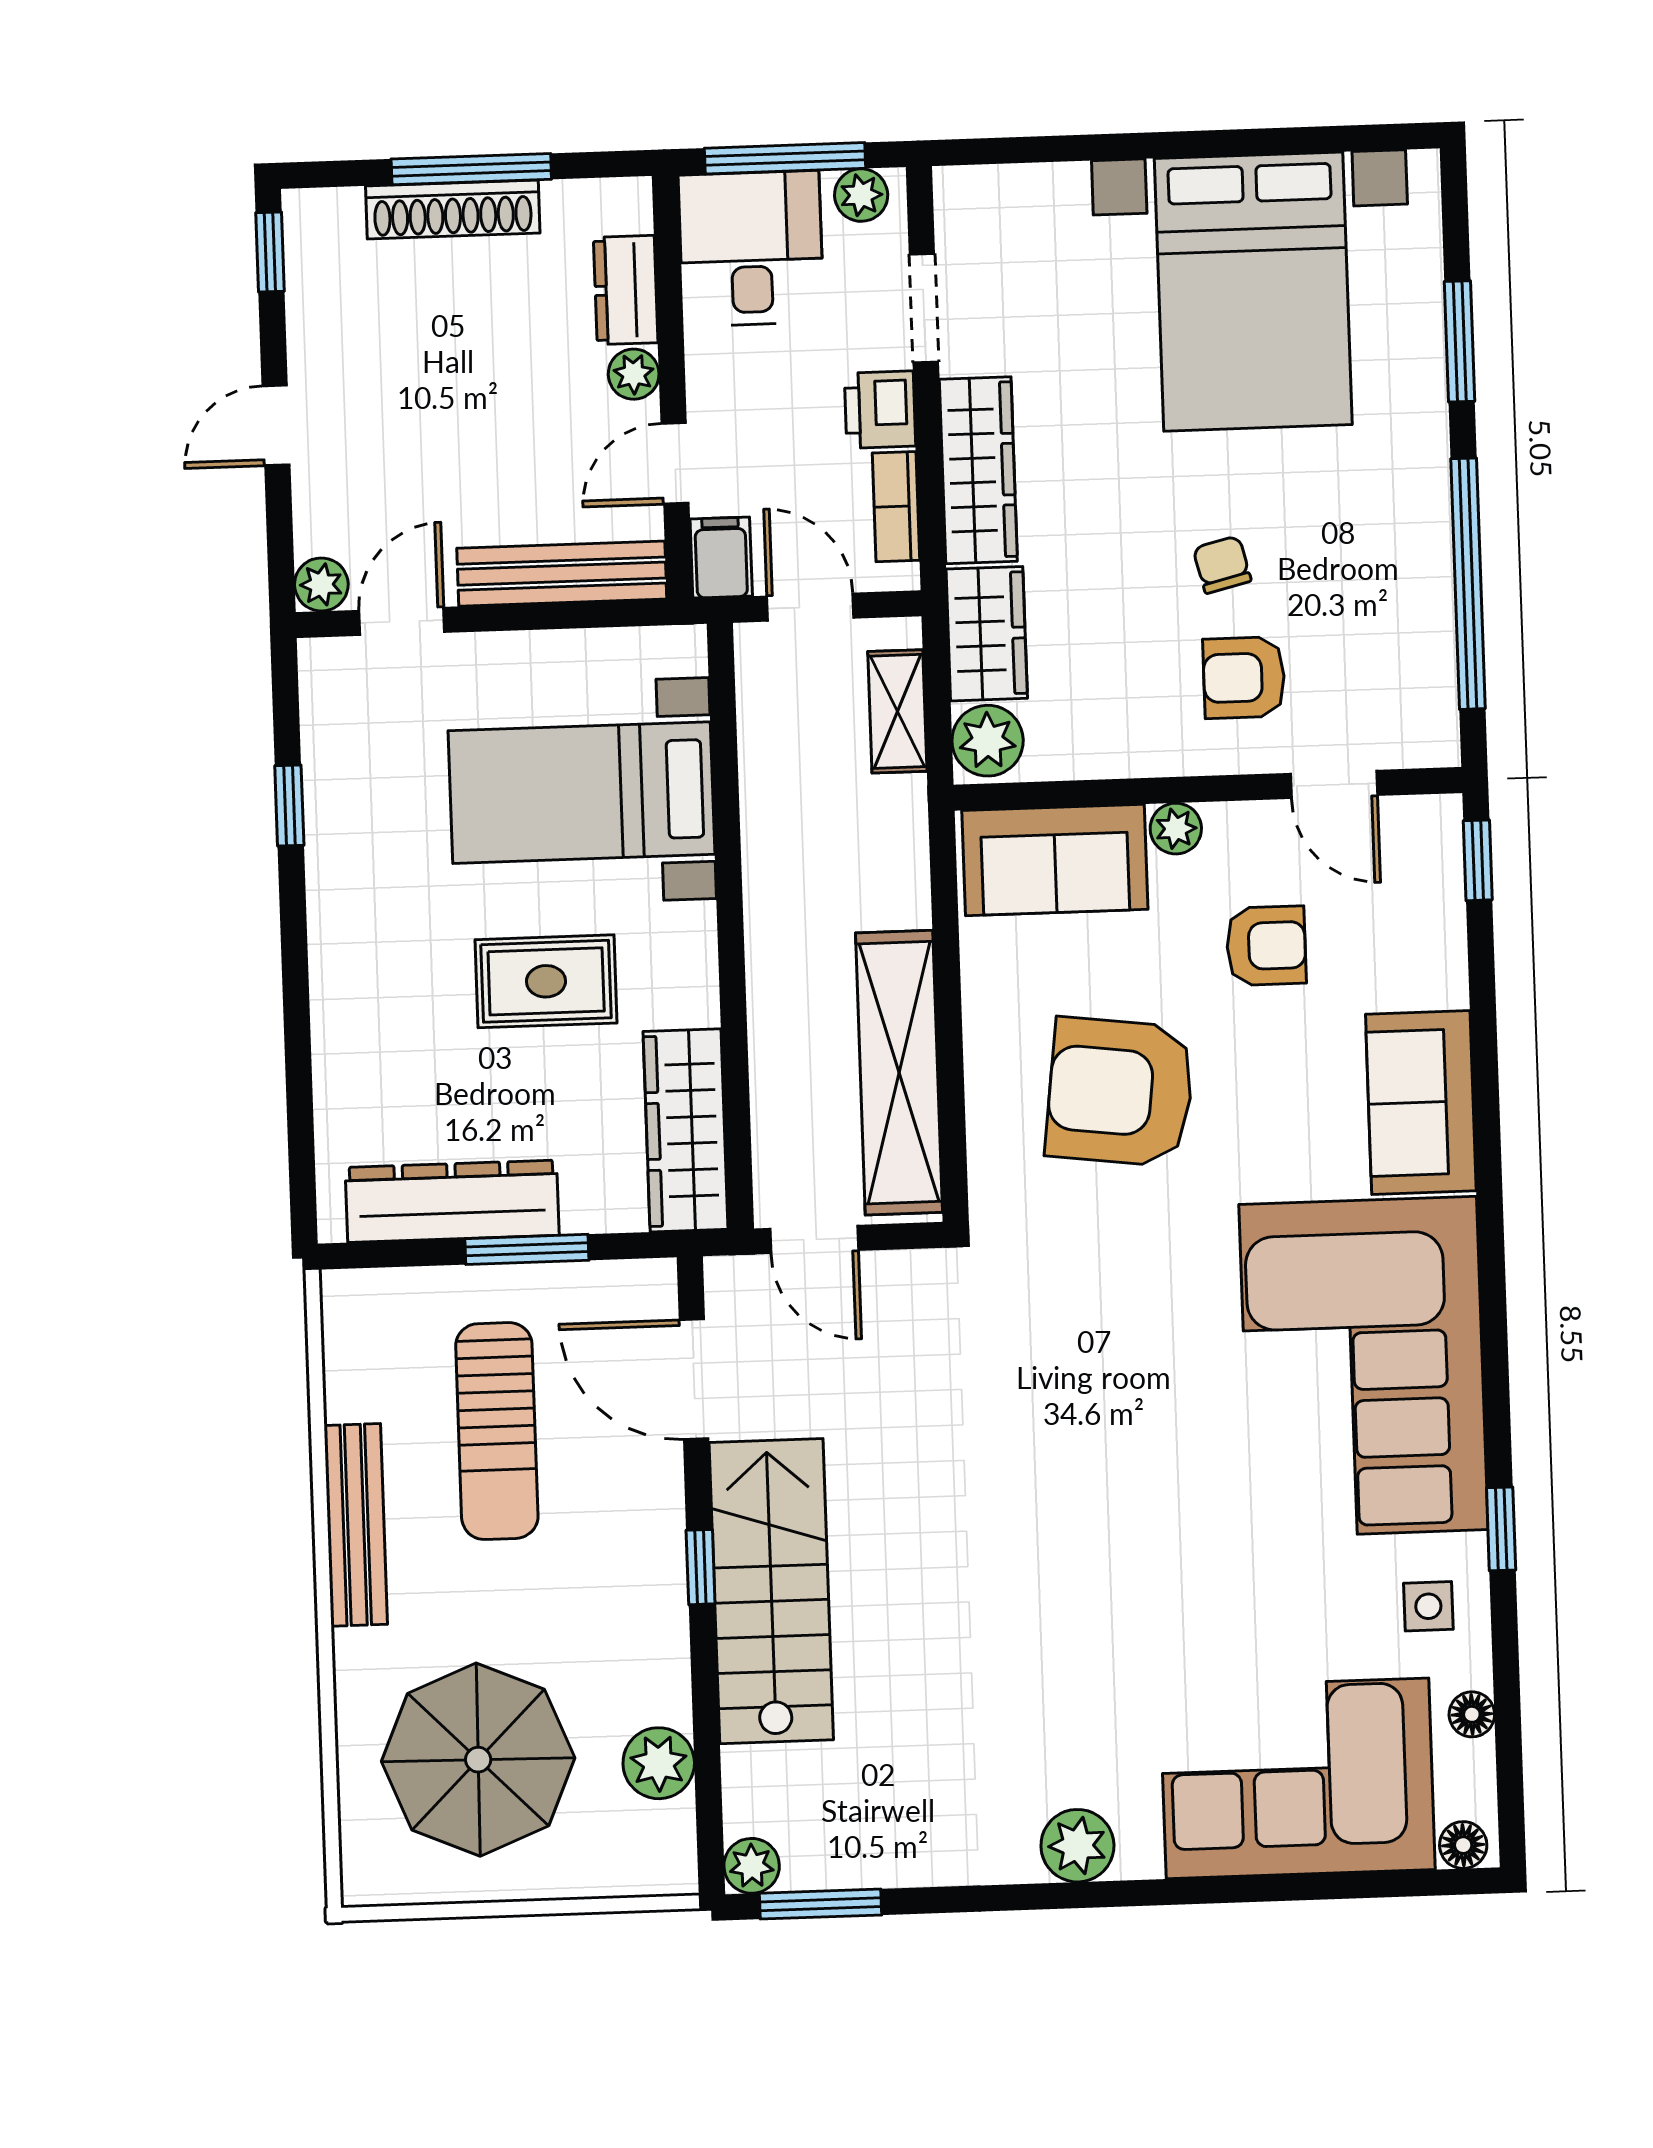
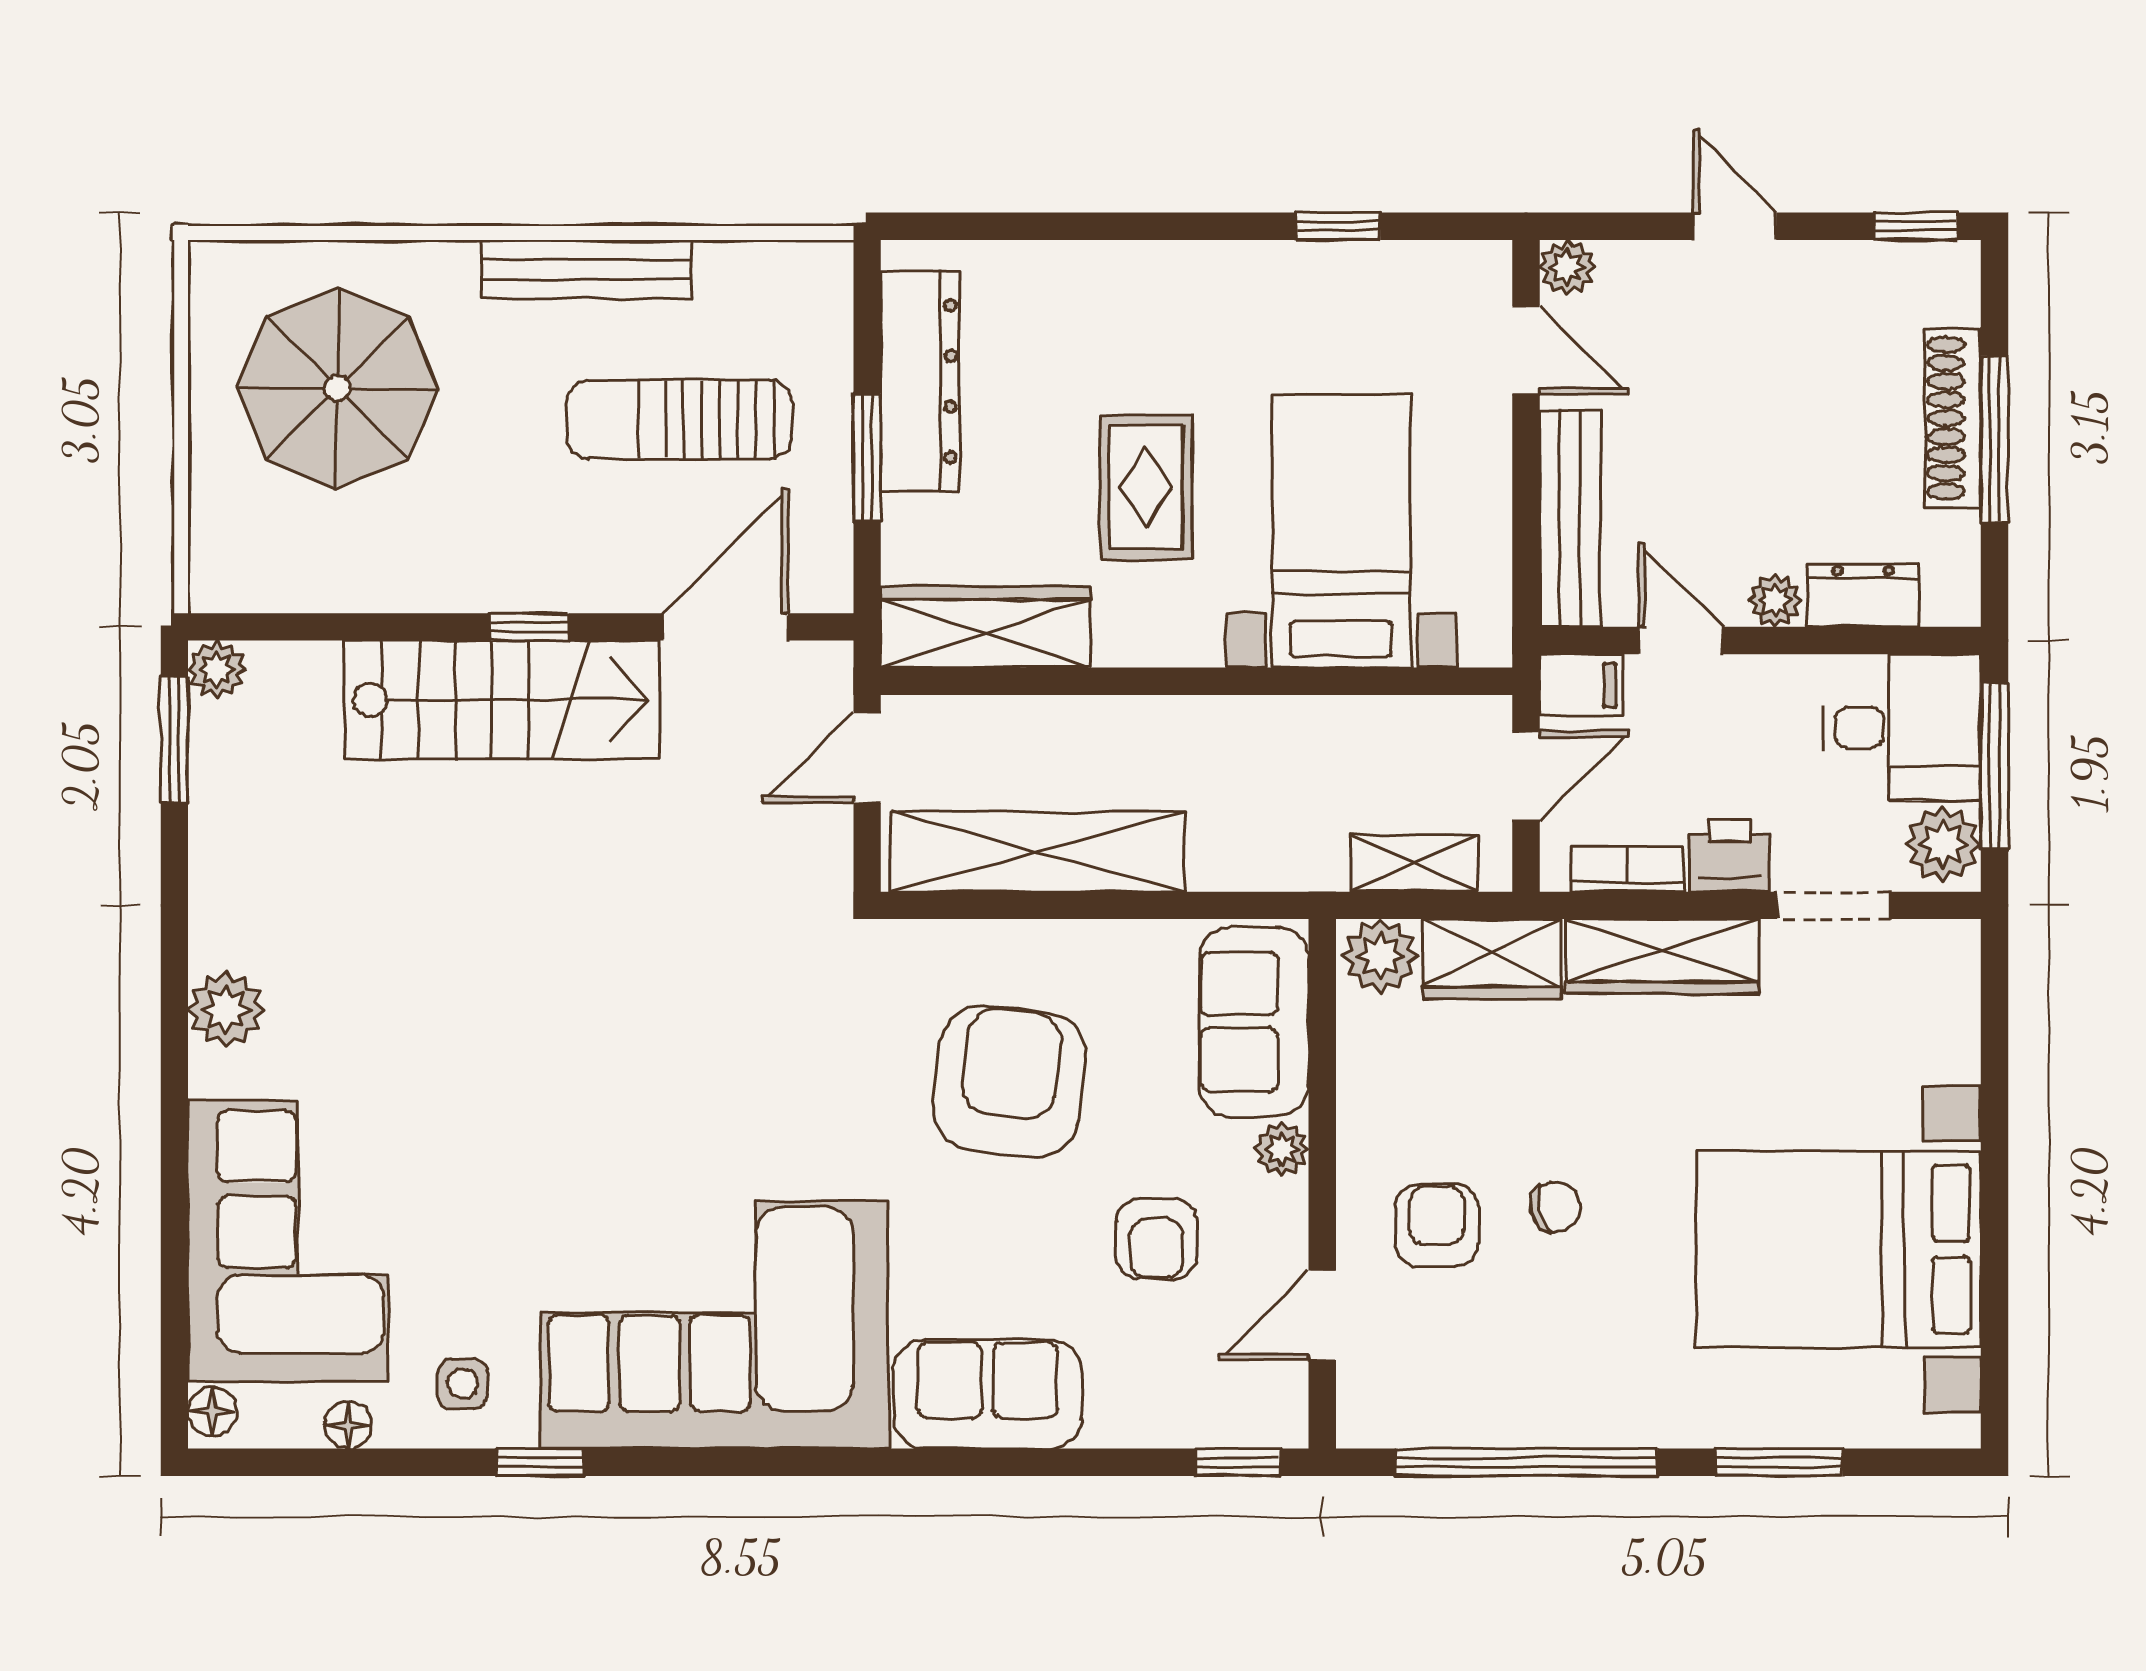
plant: (861, 195) -> (1943, 844), width x1.38, depth x1.38
plant: (659, 1763) -> (327, 576), removed

